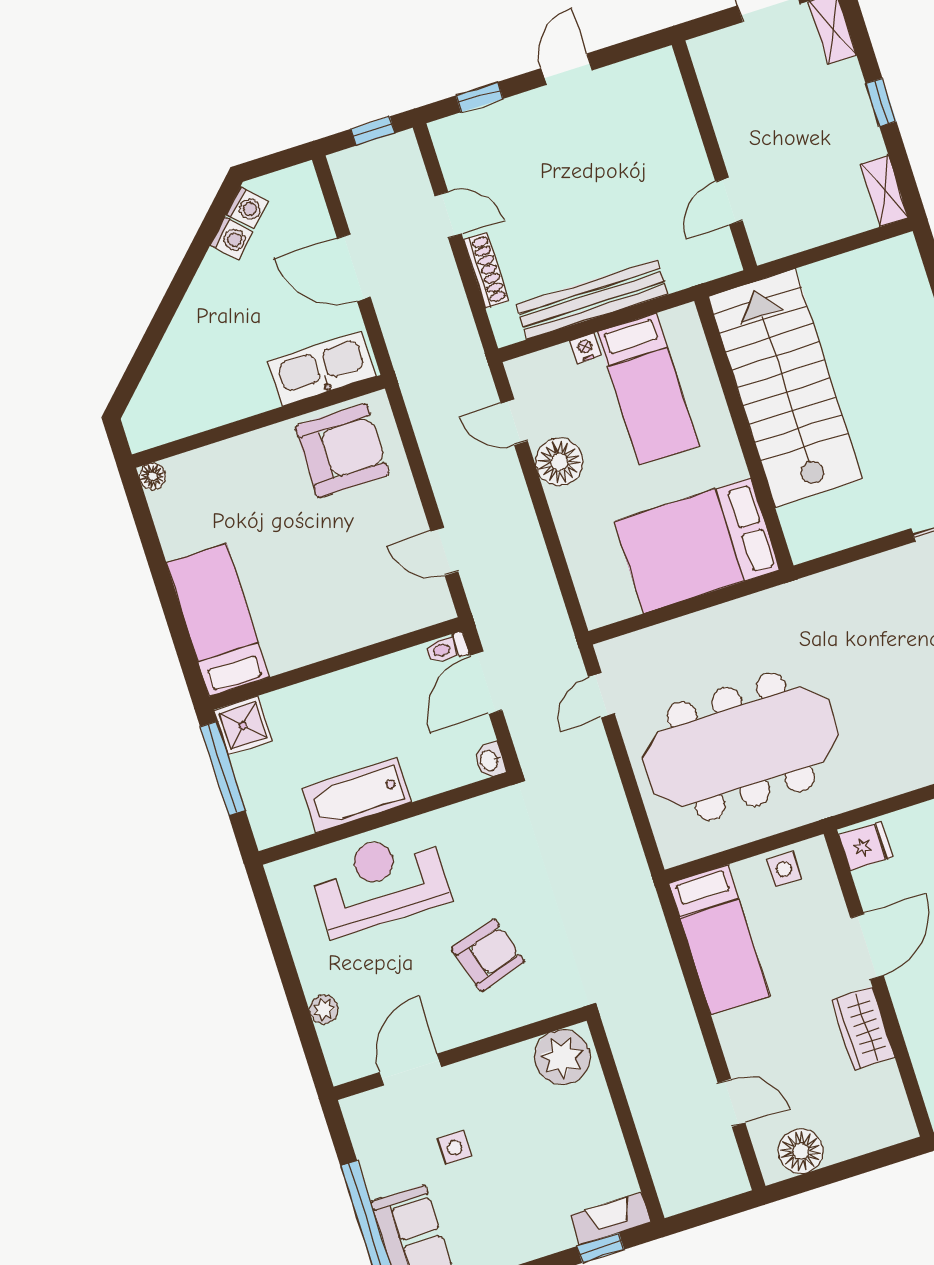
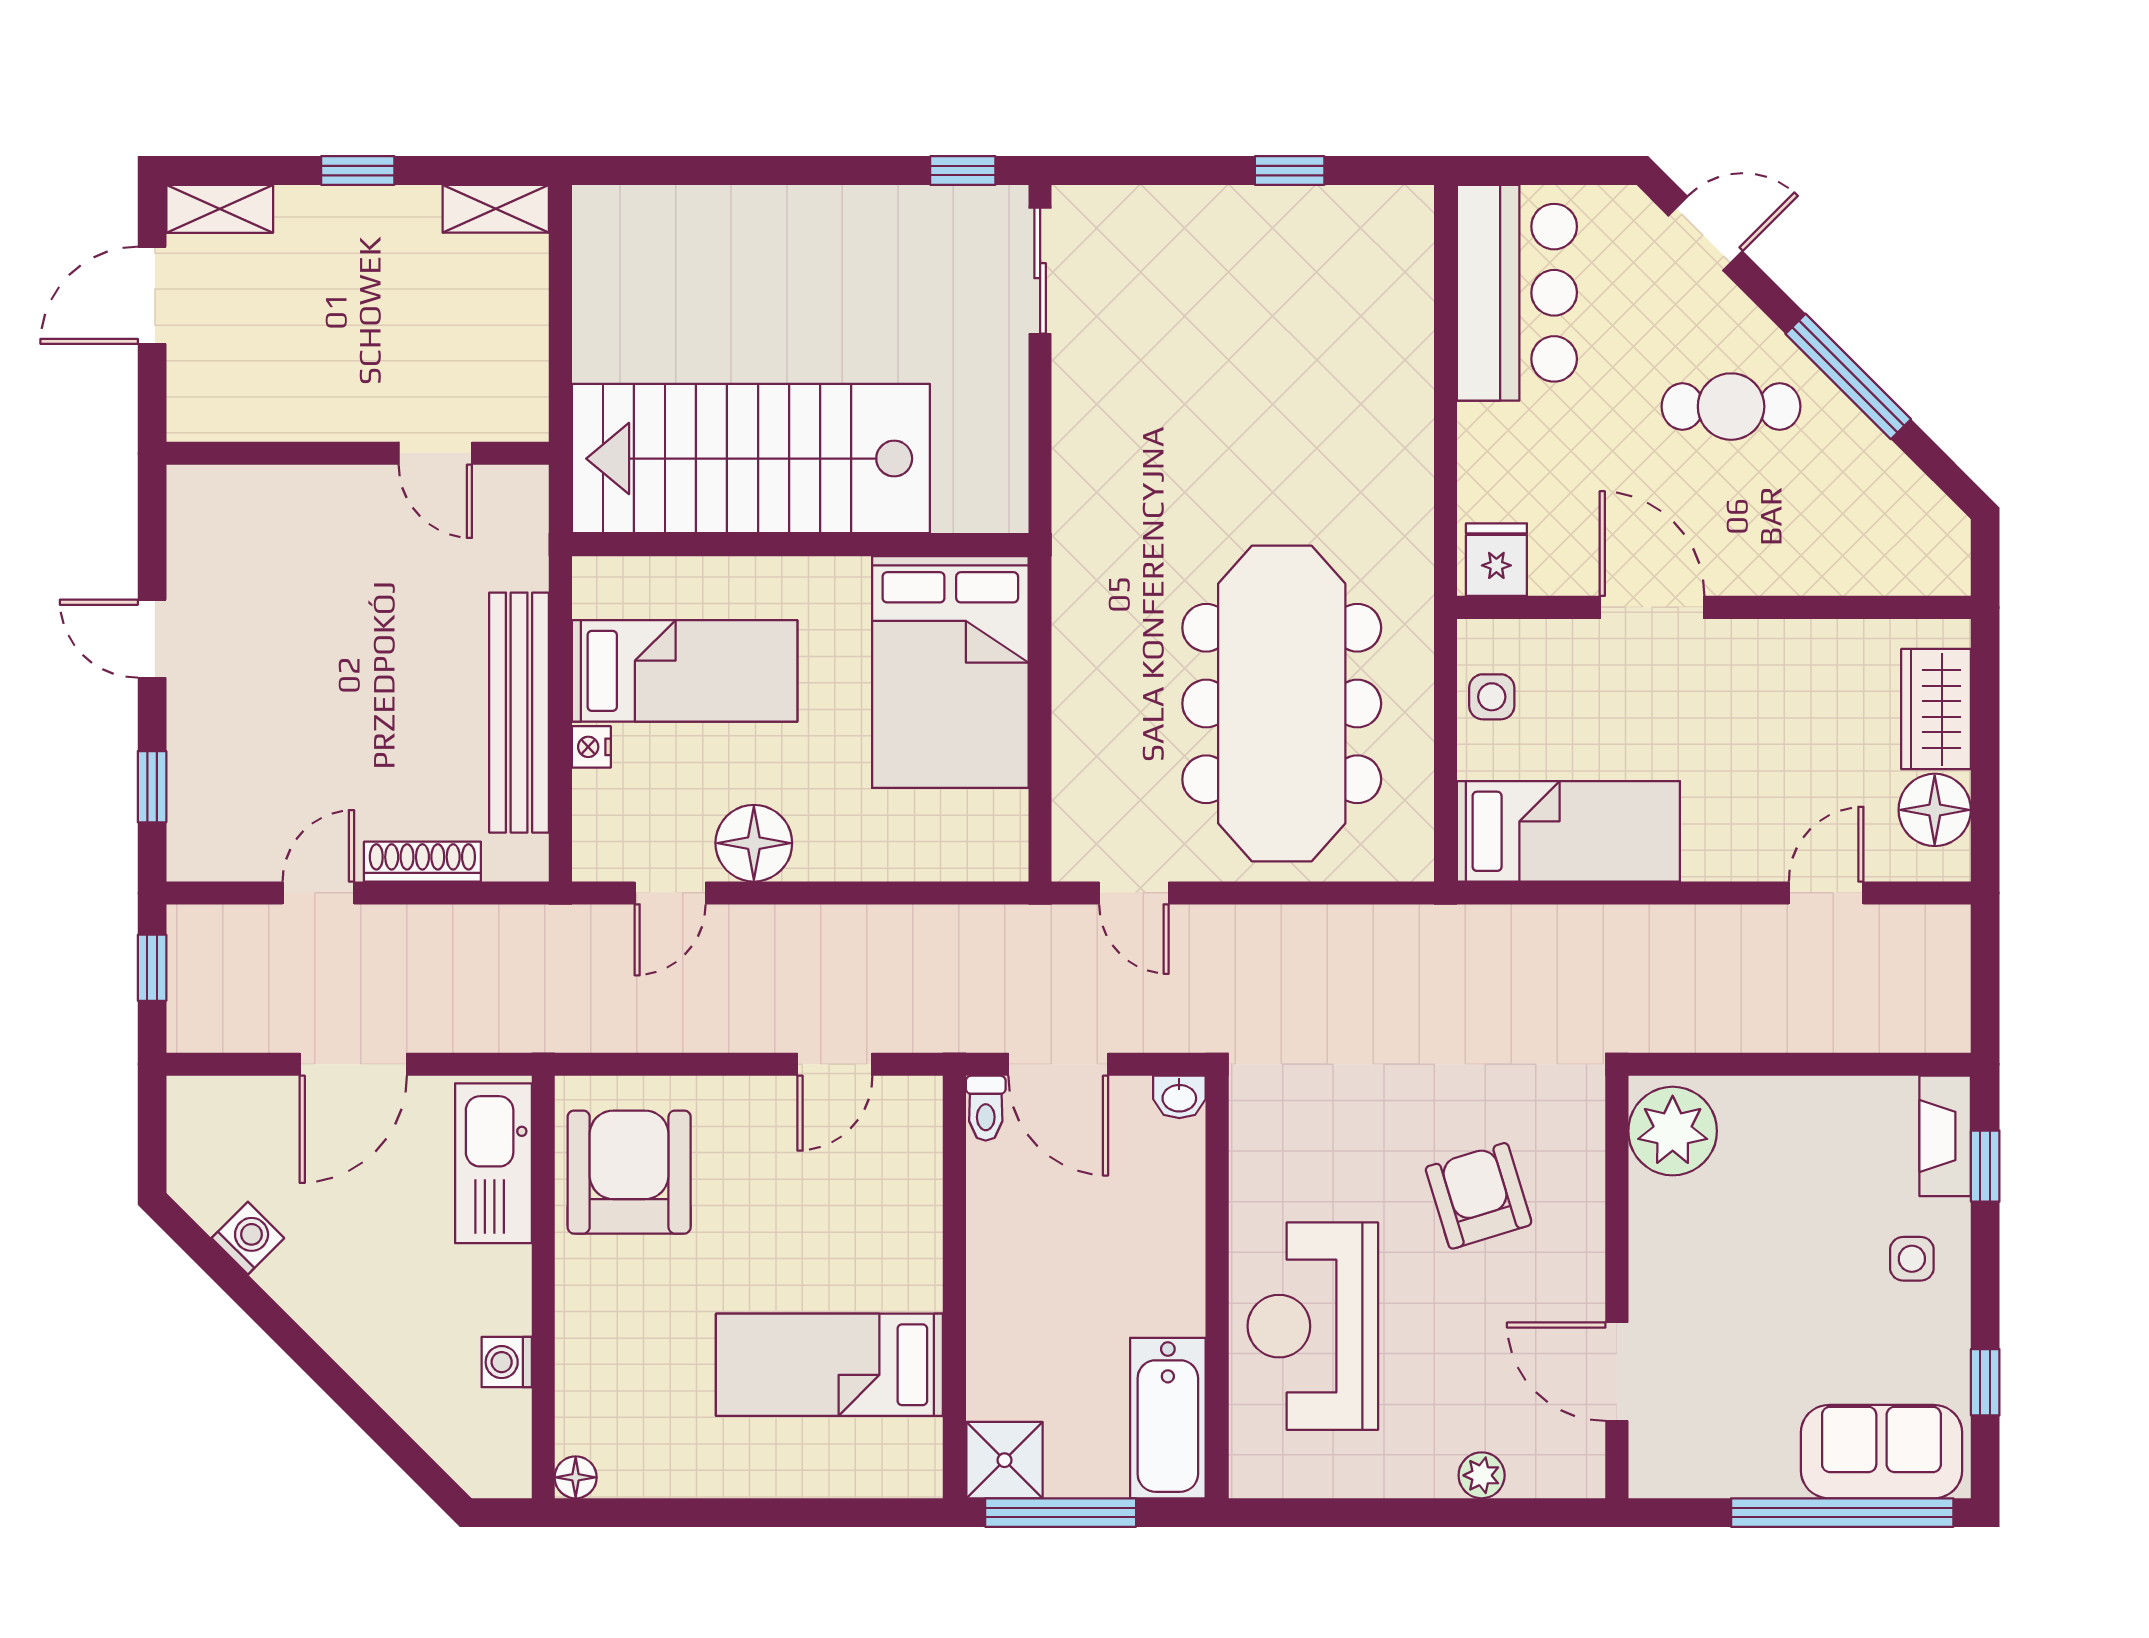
washing machine: (247, 208) -> (507, 1362), moved, turned -135
bed: (218, 620) -> (829, 1365), moved
bathtub: (357, 795) -> (1168, 1418), moved
wardrobe: (863, 1028) -> (1936, 709), moved, turned 90
side table: (455, 1148) -> (1912, 1259), moved

